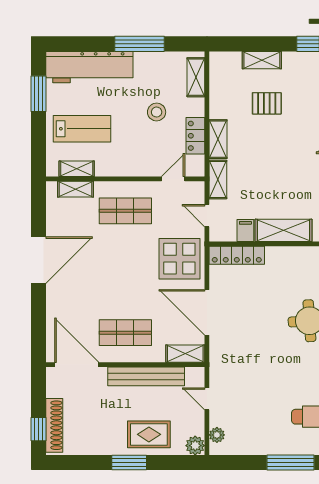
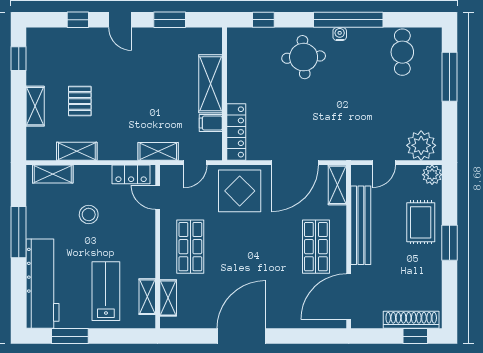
locker: (195, 136) -> (131, 174), moved
shelving: (218, 139) -> (77, 151), moved
door: (38, 260) -> (241, 336), hinge flipped
plant: (217, 435) -> (421, 145), width x1.88, depth x1.88

